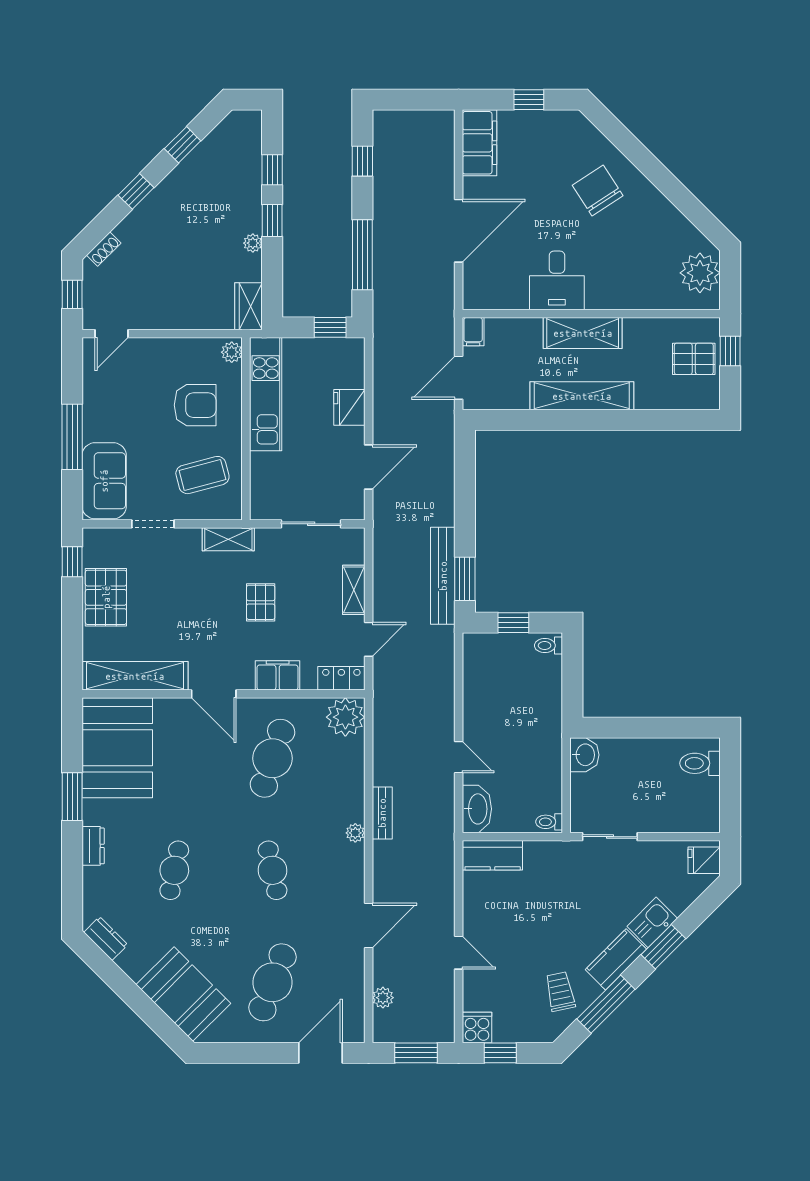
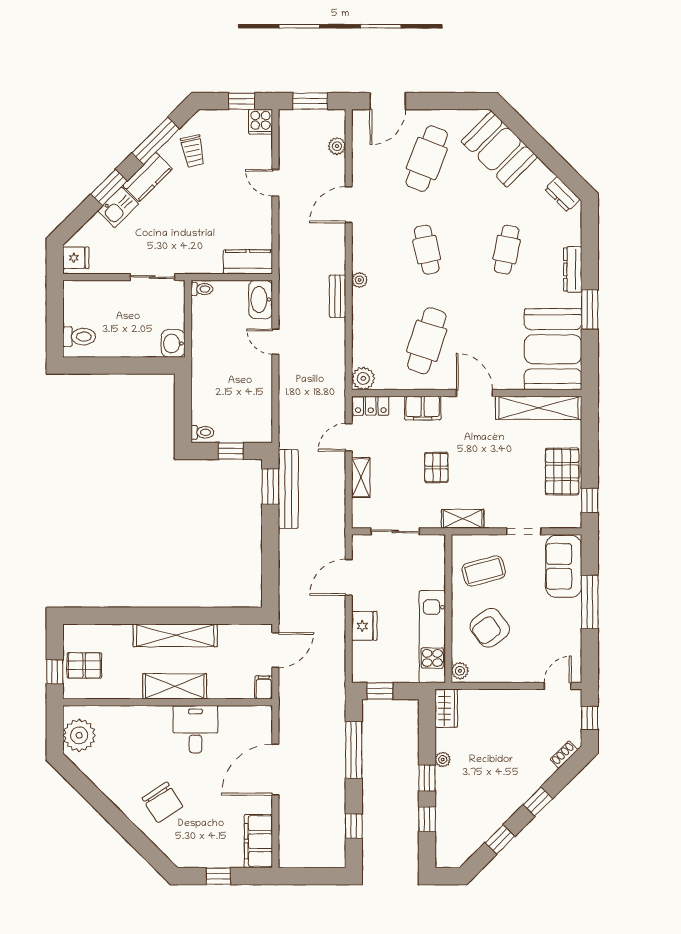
armchair: (195, 405) -> (490, 628), turned -36
plant: (345, 717) -> (363, 378), width x0.73, depth x0.73
dresser: (93, 846) -> (573, 269), width x1.44

